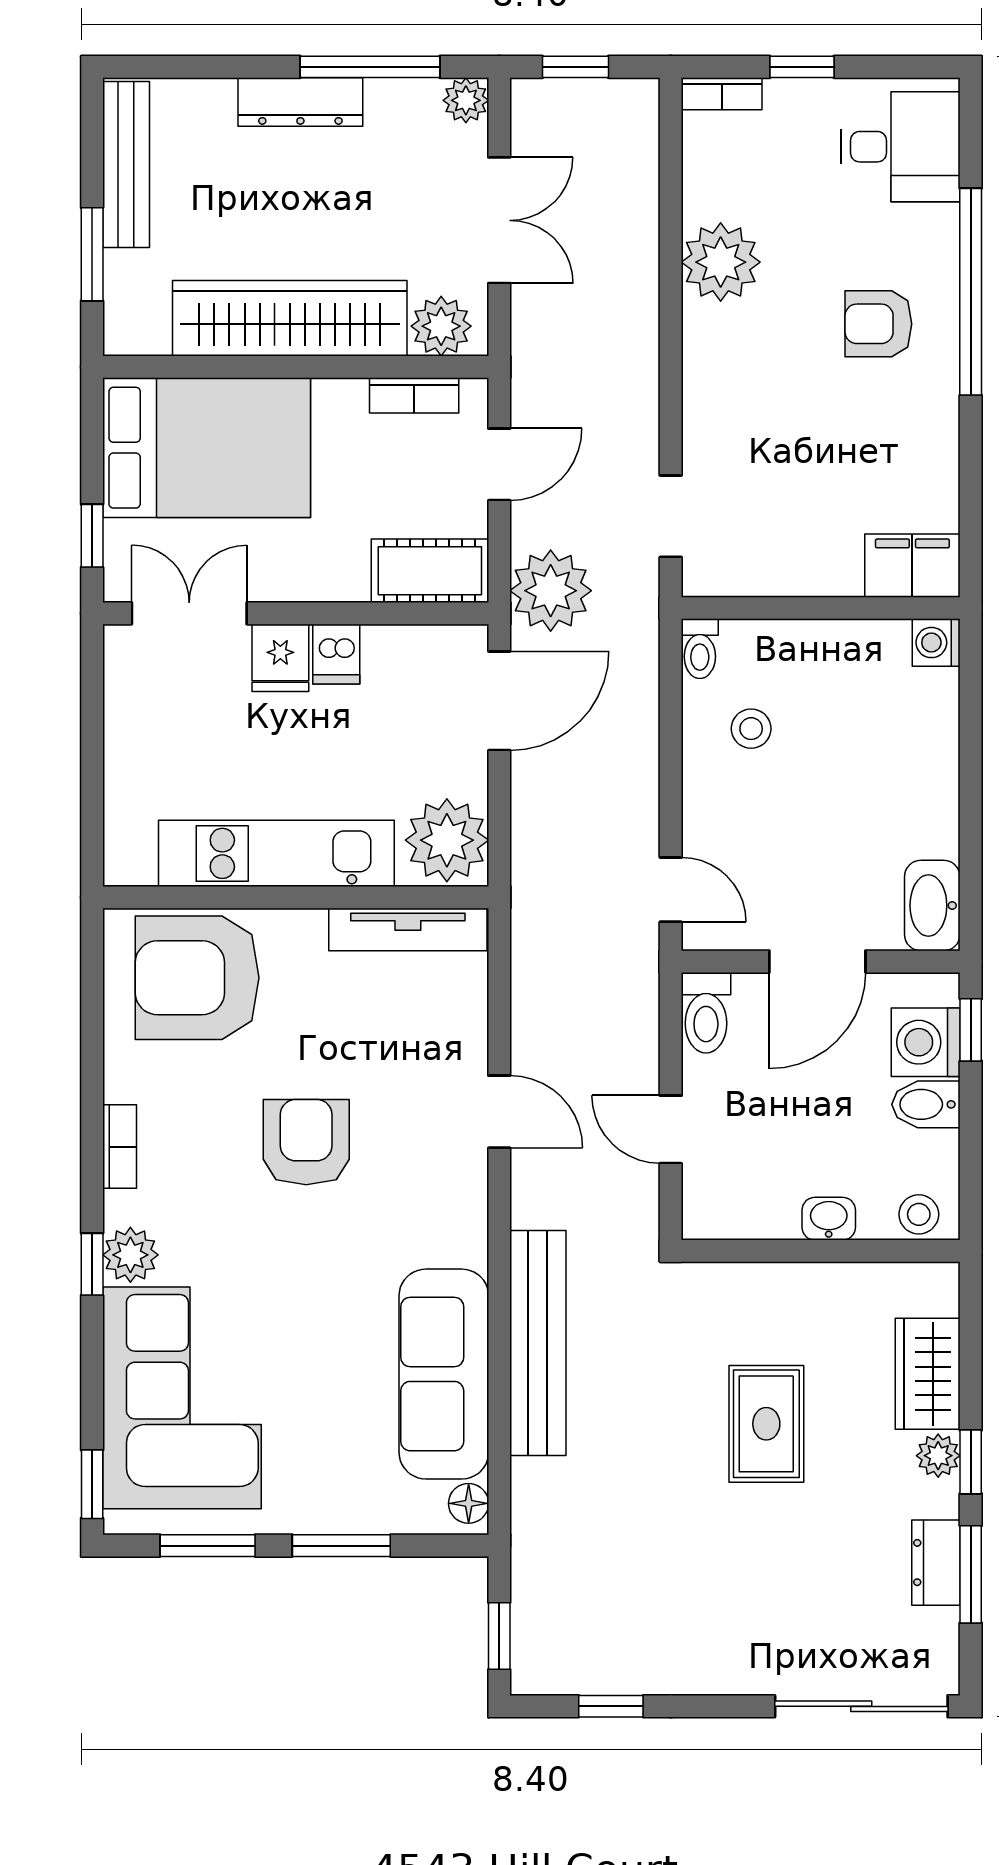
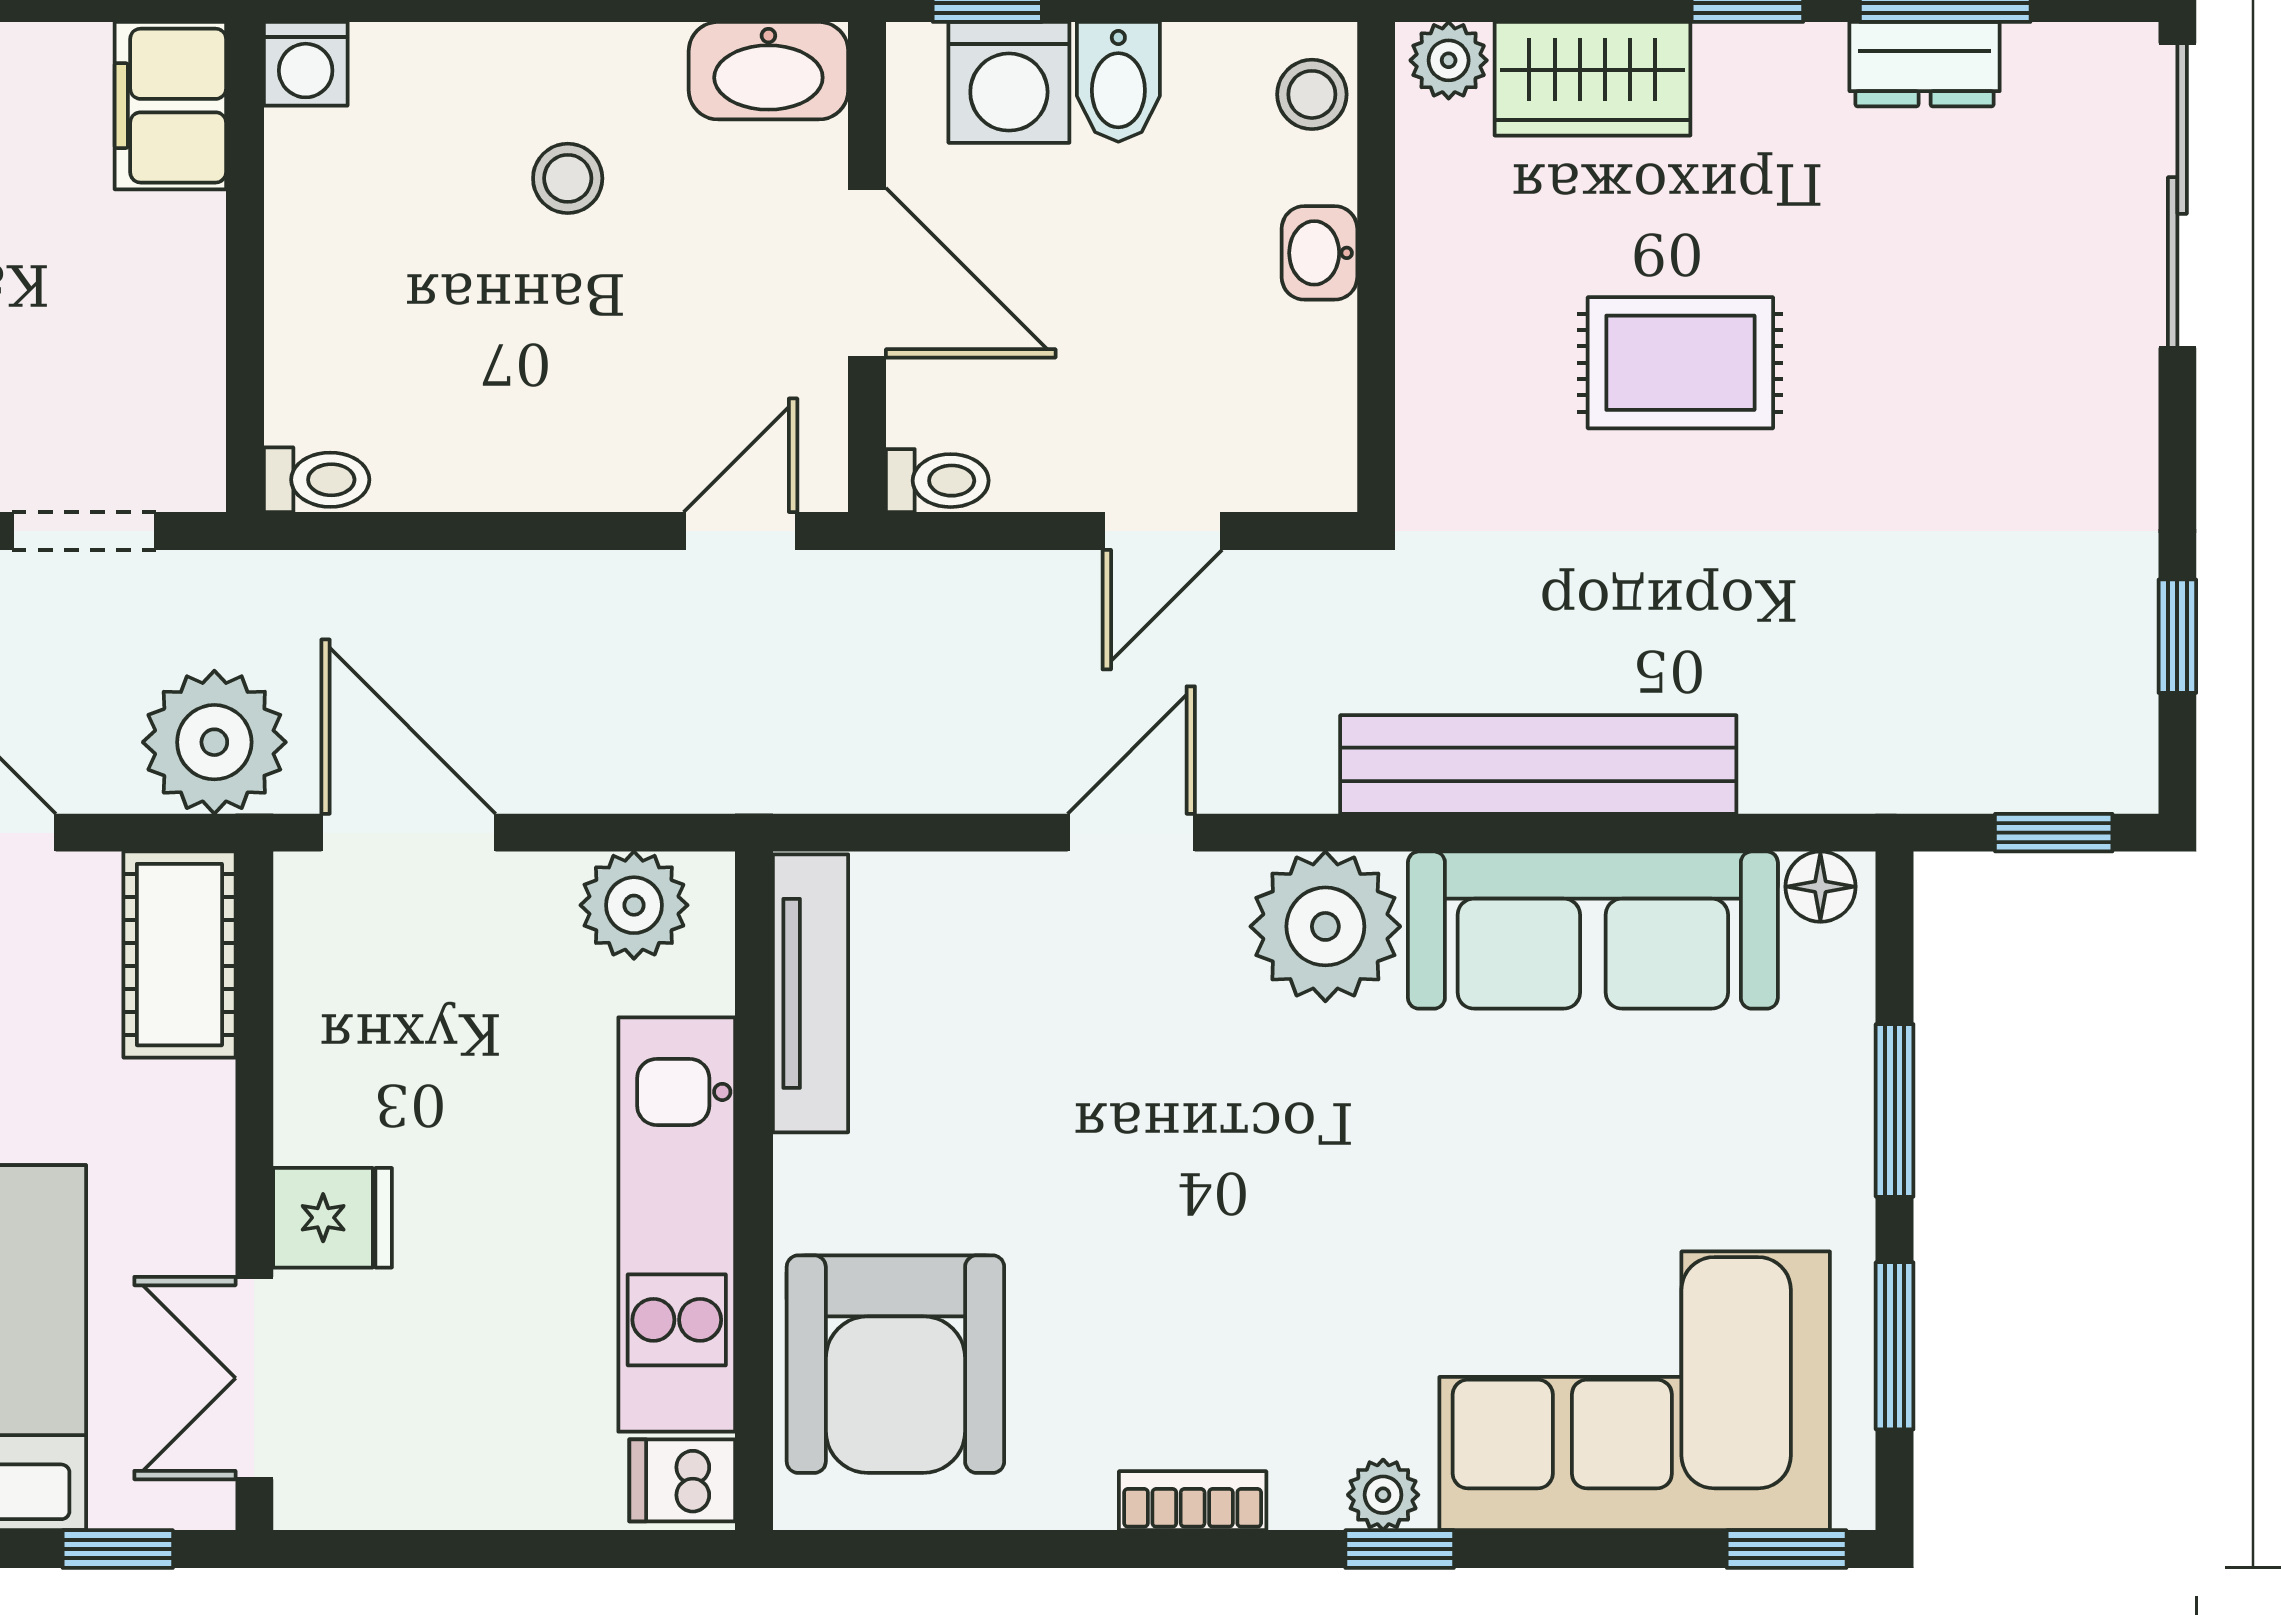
dishwasher: (336, 654) -> (682, 1480), moved, turned 180
stool: (751, 729) -> (568, 178), moved
plant: (447, 840) -> (634, 905), width x0.73, depth x0.73
toilet: (706, 1013) -> (937, 481), width x0.73, depth x0.72
armchair: (306, 1142) -> (1185, 1172), removed
plant: (446, 1222) -> (1325, 926), added
plant: (130, 1255) -> (1383, 1495), width x0.73, depth x0.73
plant: (938, 1456) -> (1449, 60), moved

